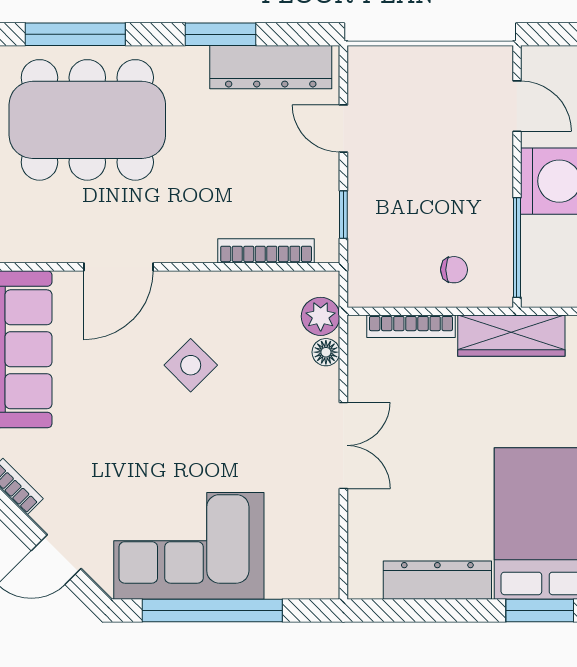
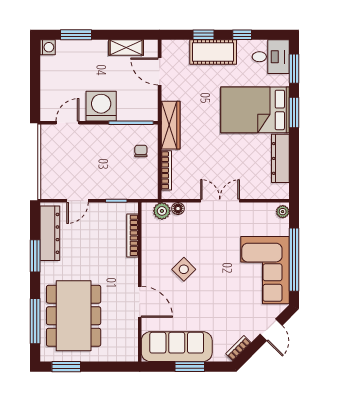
plant: (319, 585) -> (283, 212), added

